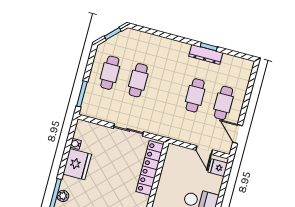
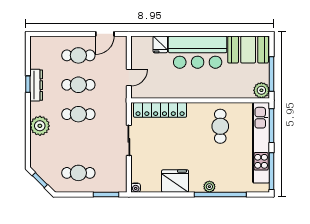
plant: (165, 48) -> (40, 126), added
cafe table: (138, 80) -> (78, 114), moved
water cooler: (76, 144) -> (136, 188), moved
door: (204, 150) -> (129, 78), moved
fridge: (218, 168) -> (160, 44), moved

